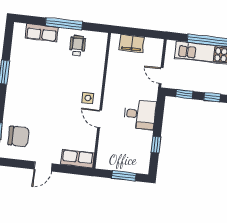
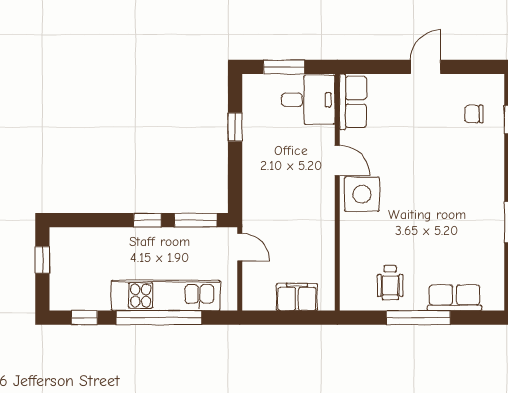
window: (184, 94) -> (196, 220), width x1.50
side table: (88, 98) -> (362, 194), width x1.87, depth x1.87
desk: (140, 114) -> (308, 100), moved, turned 180
chair: (19, 136) -> (474, 114), width x0.54, depth x0.54
row of seats: (77, 159) -> (353, 102), moved, turned -90

